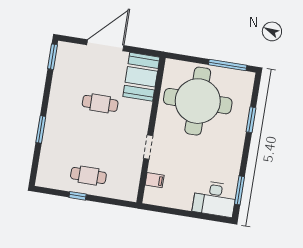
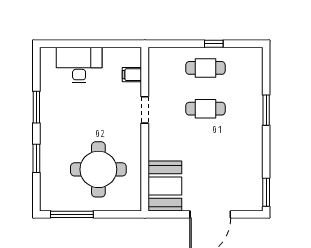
round table: (198, 101) -> (98, 169), width x0.73, depth x0.73
cafe table: (100, 103) -> (205, 109), moved
window: (240, 190) -> (36, 107), moved
desk: (215, 199) -> (79, 65), moved

